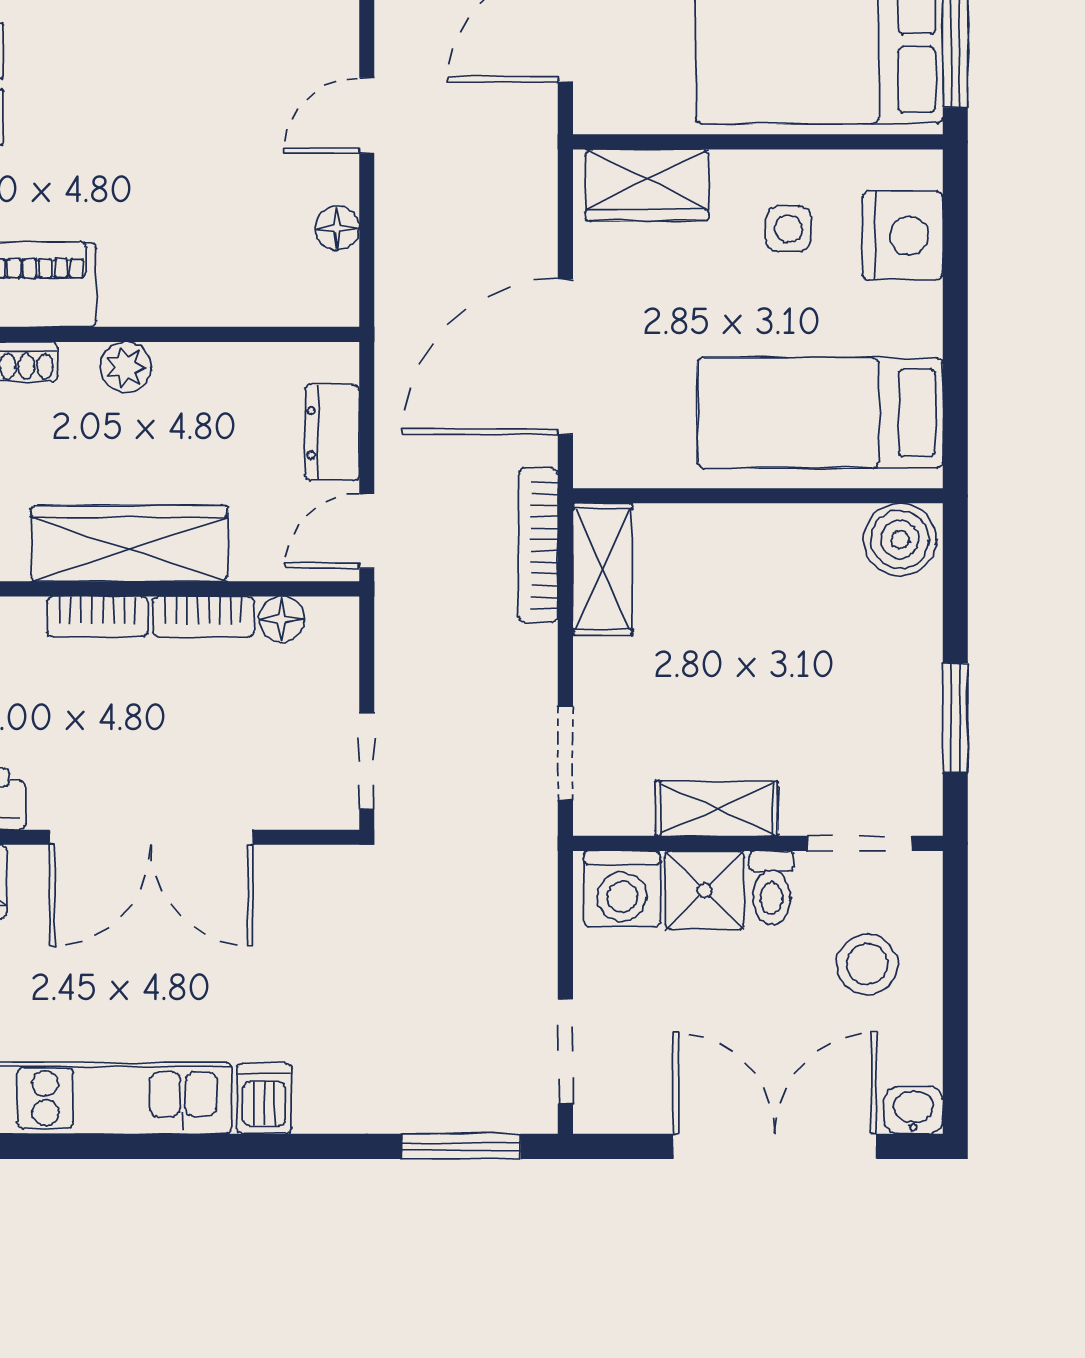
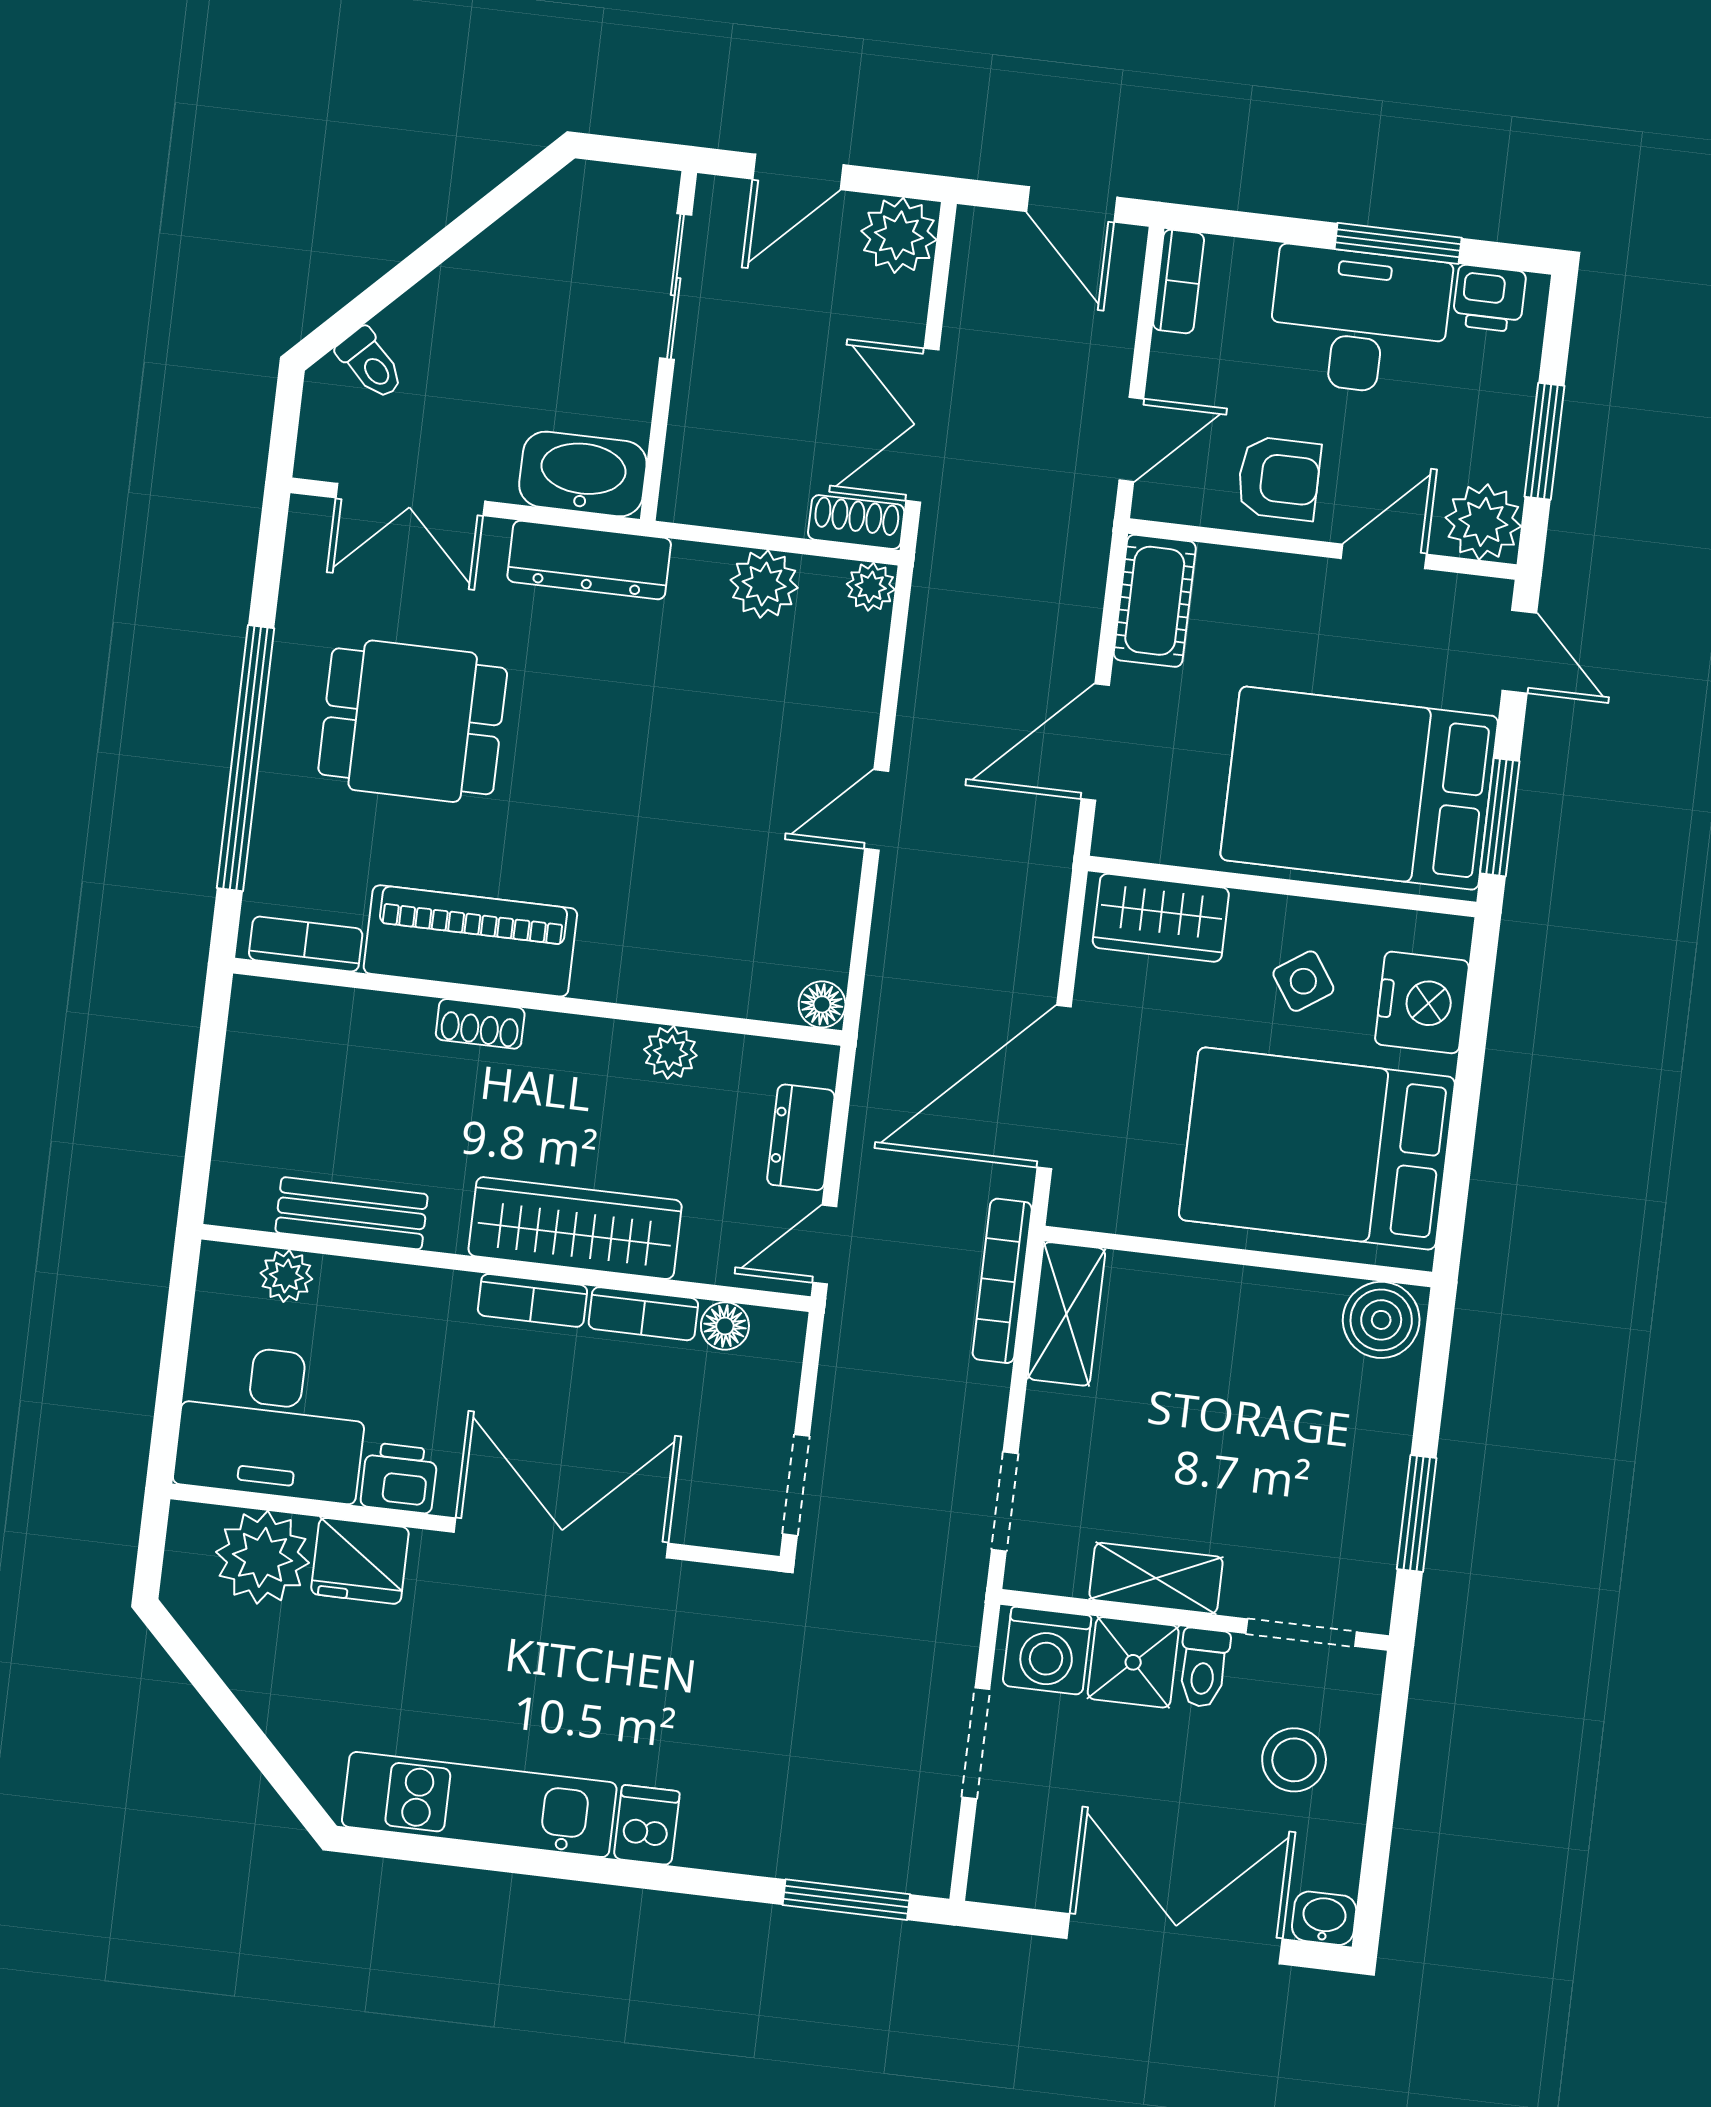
floor lamp: (337, 228) -> (822, 1004), moved
side table: (789, 229) -> (1303, 981), turned -34
plant: (126, 367) -> (670, 1052), moved
bed: (820, 413) -> (1317, 1149), width x1.50
double door: (151, 837) -> (561, 1538), swing flipped
doorway: (565, 1052) -> (976, 1743), moved

